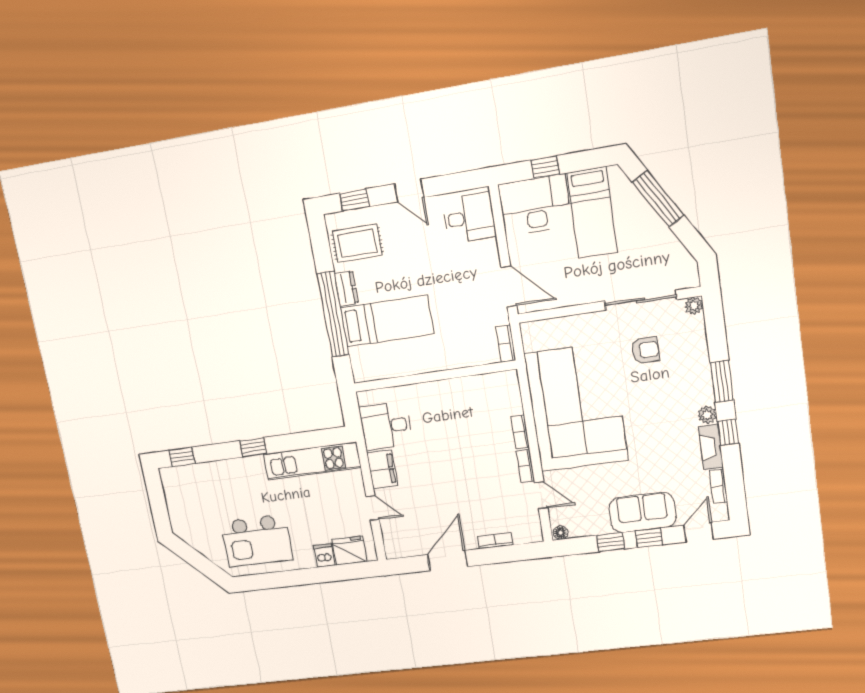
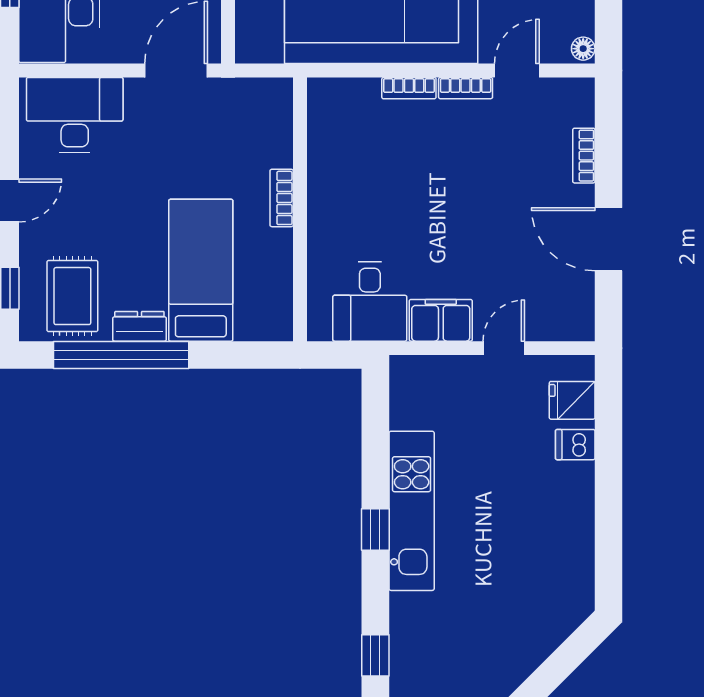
desk: (469, 218) -> (75, 115), width x1.37
window: (333, 314) -> (121, 355), moved
bookcase: (506, 344) -> (282, 198), moved, turned 90
kitchen unit: (312, 461) -> (412, 511), moved
kitchen island: (257, 541) -> (536, 556), removed
fridge: (349, 551) -> (572, 400), width x0.72

